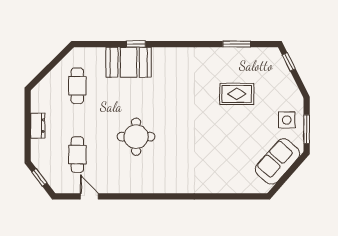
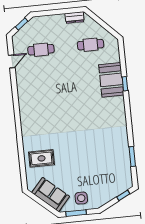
rug: (237, 94) -> (41, 158), moved, turned 90
dresser: (38, 126) -> (74, 18), moved
round table: (136, 137) -> (58, 91), removed

